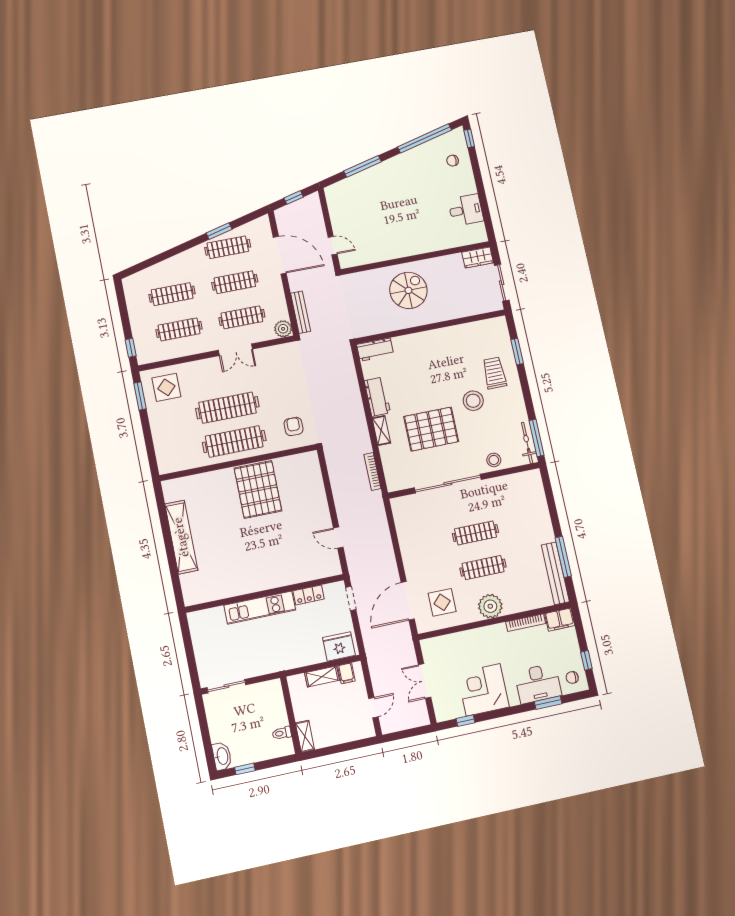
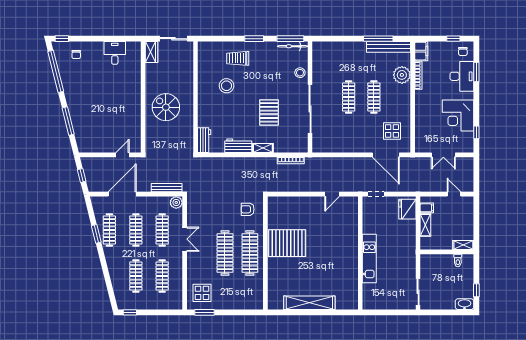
window: (131, 348) -> (130, 312), moved
window: (517, 352) -> (254, 39), moved
stool: (473, 401) -> (227, 86), moved
pallet: (431, 429) -> (269, 112), width x0.73, depth x0.71
locker: (309, 595) -> (368, 223), removed
plant: (490, 606) -> (402, 75), moved

